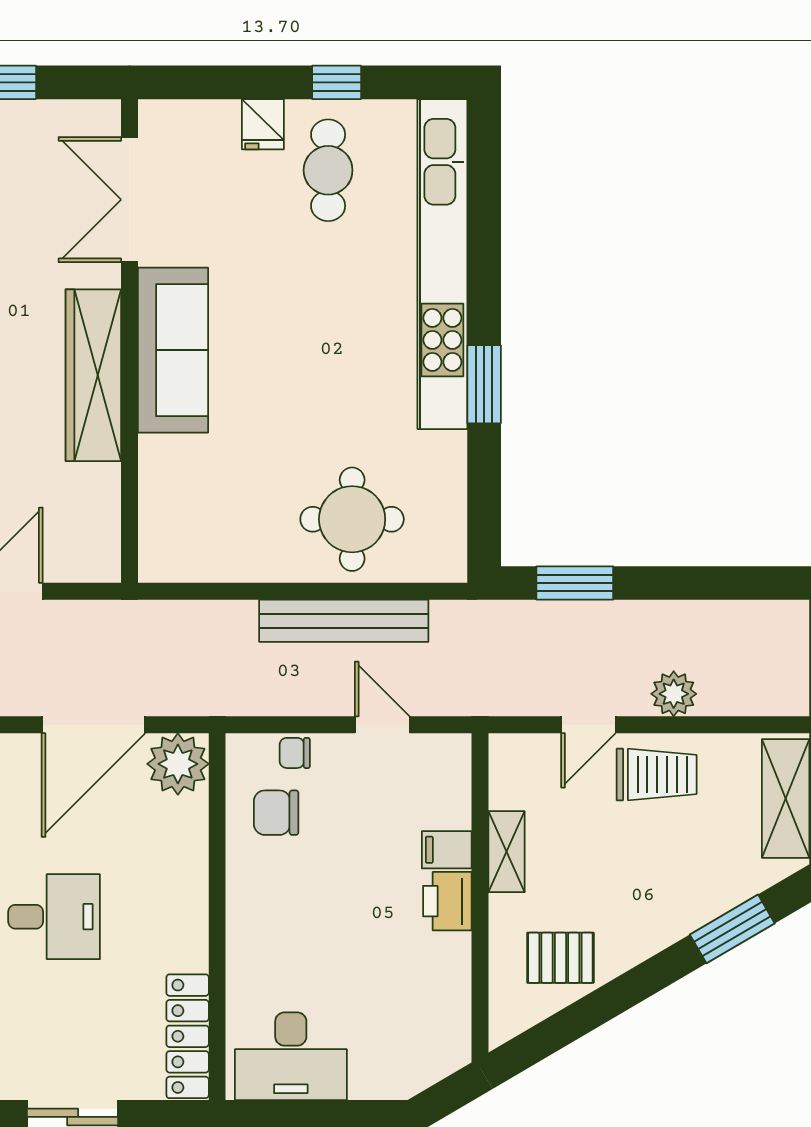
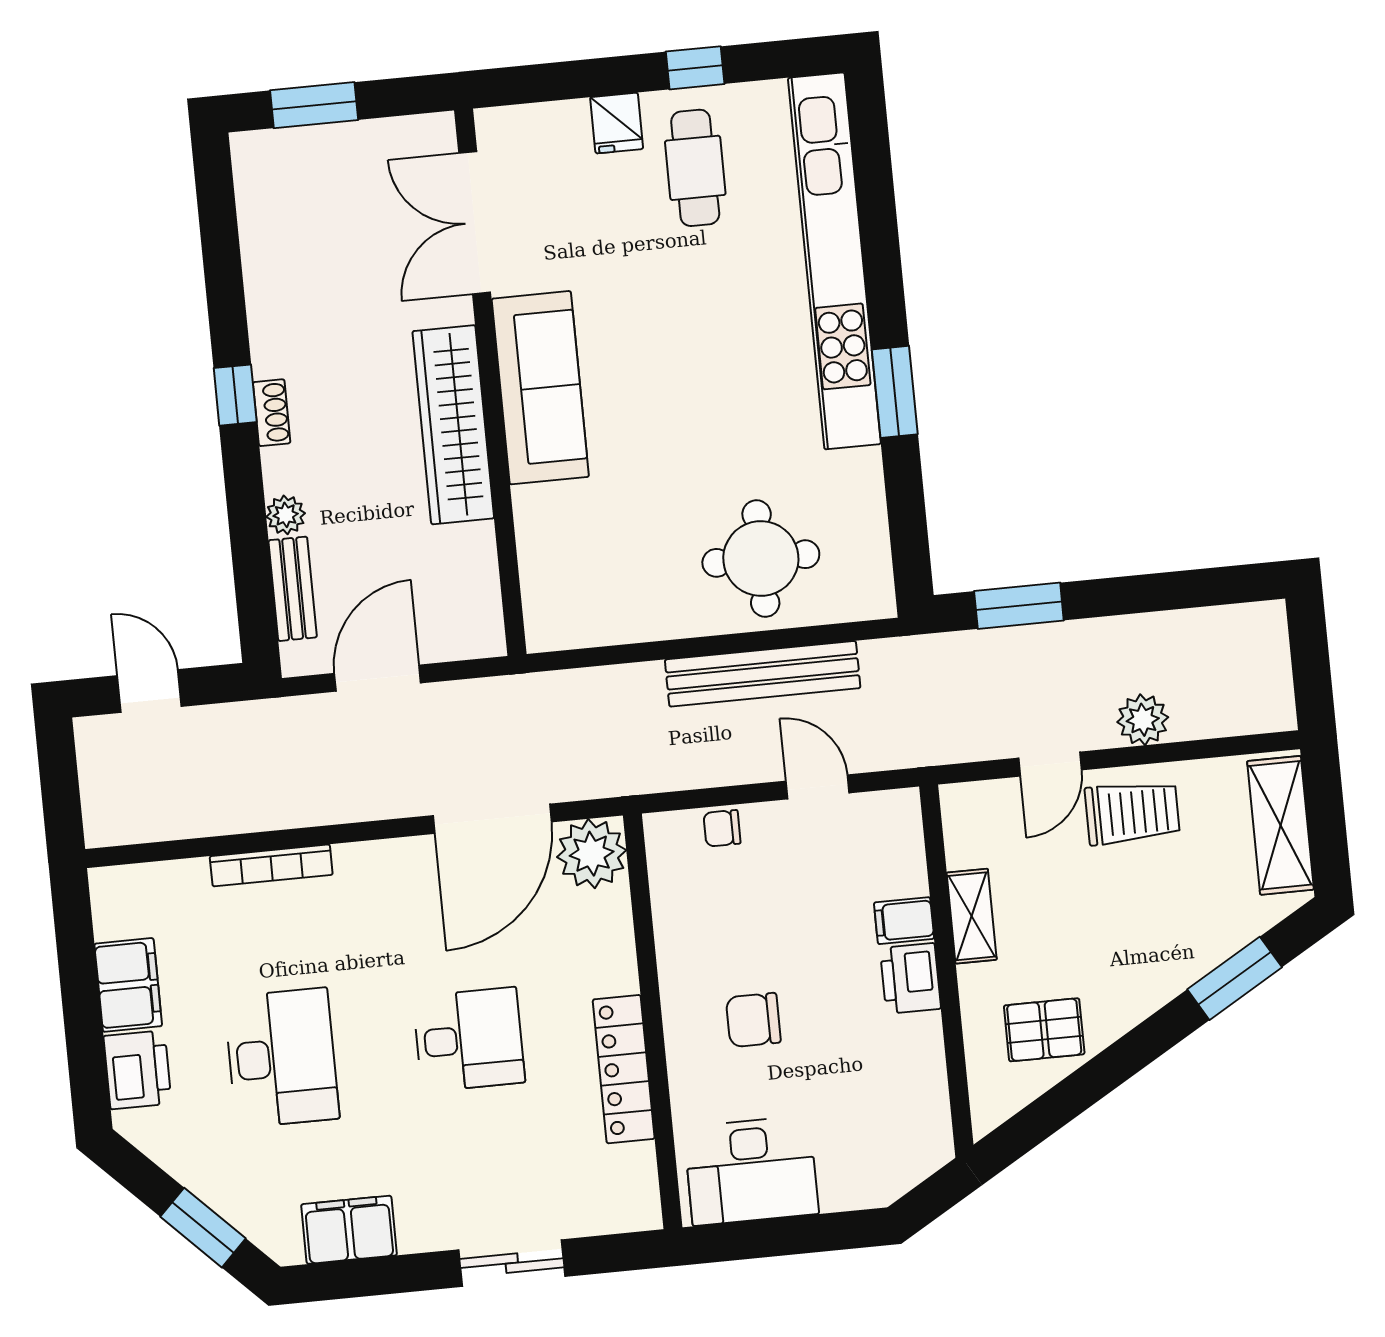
chair: (276, 813) -> (753, 1020), moved
locker: (188, 1036) -> (624, 1069), moved

